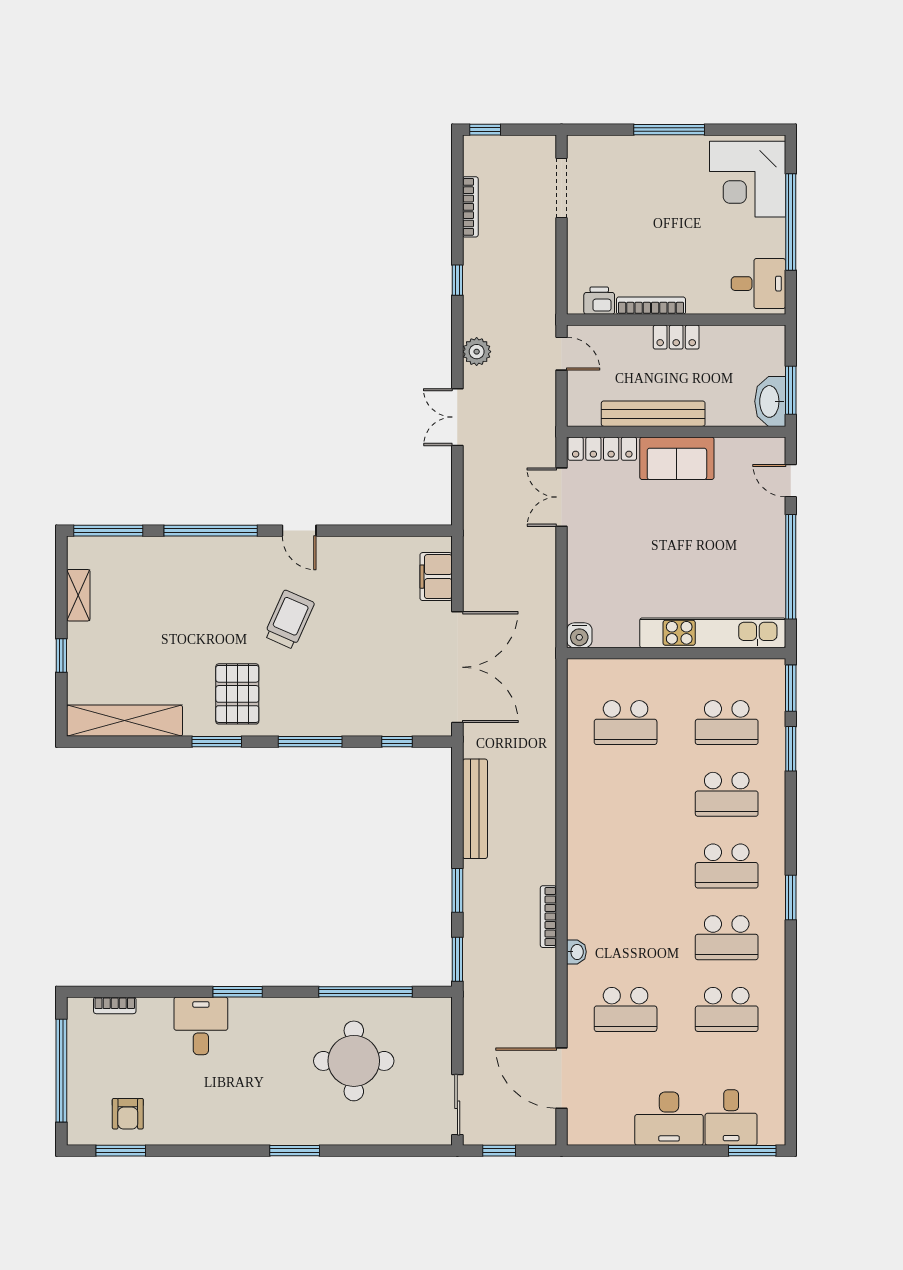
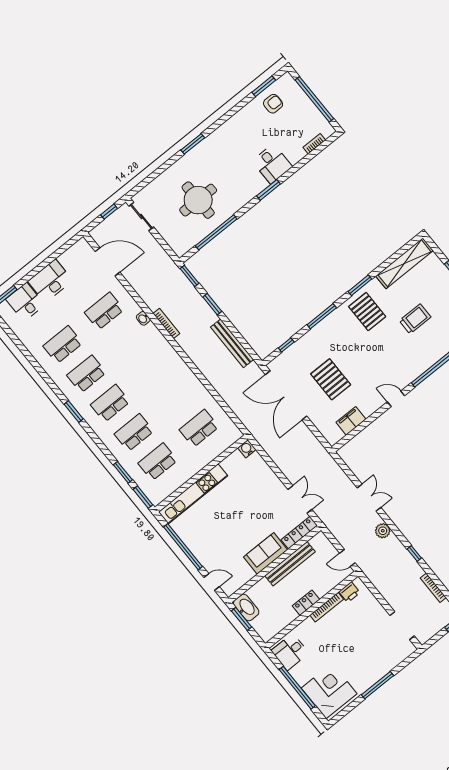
filing cabinet: (436, 577) -> (351, 421), moved, turned -90
trolley: (289, 620) -> (415, 319), moved, turned -114
pallet: (372, 638) -> (331, 379), added
armchair: (128, 1114) -> (273, 104), turned 90

